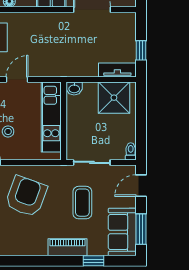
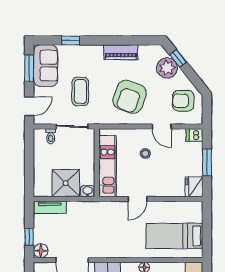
floor lamp: (128, 20) -> (41, 251), added
window: (141, 50) -> (29, 237), moved
shower: (114, 98) -> (66, 183), moved
toilet: (131, 151) -> (51, 136), moved
piano: (67, 247) -> (121, 52), moved

